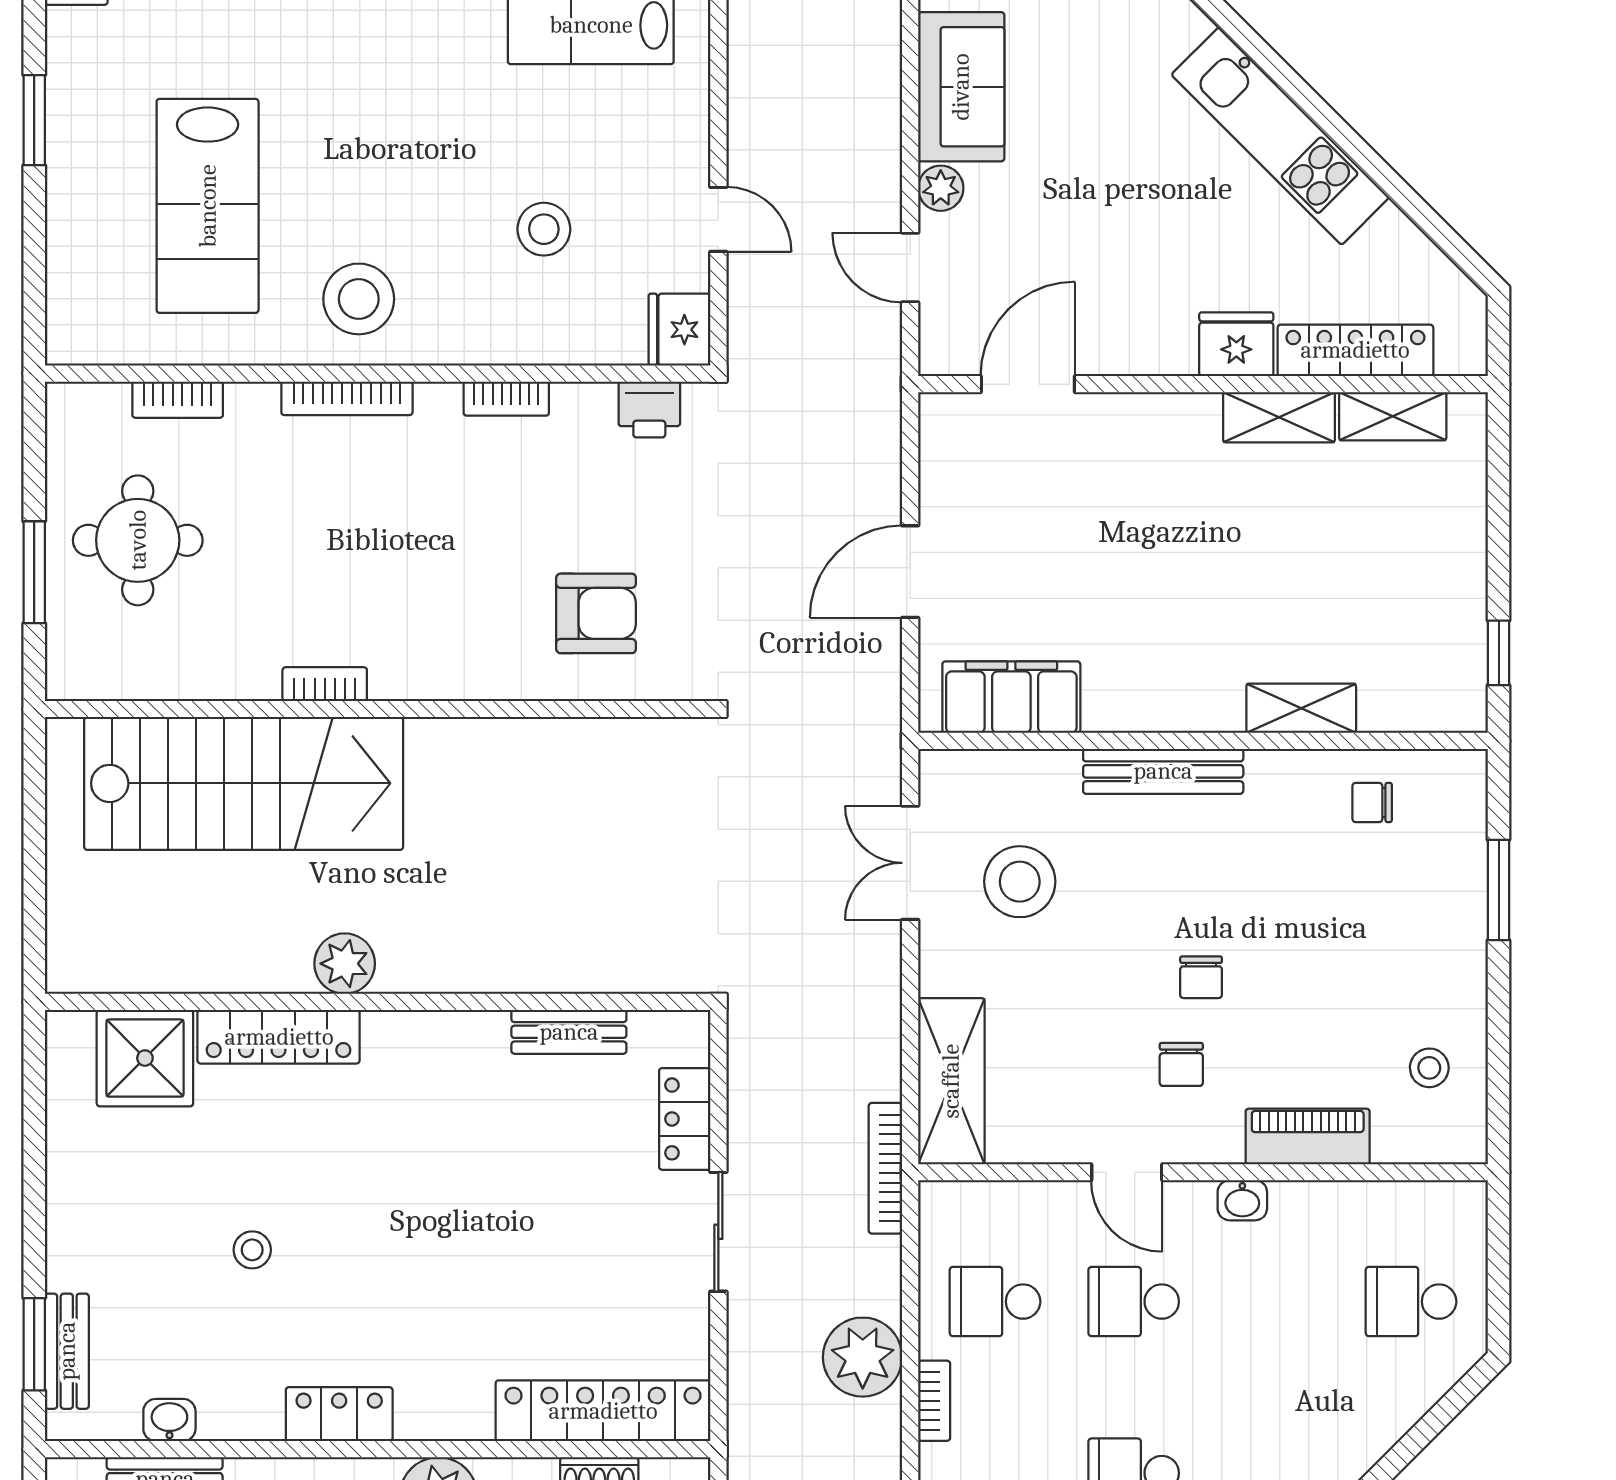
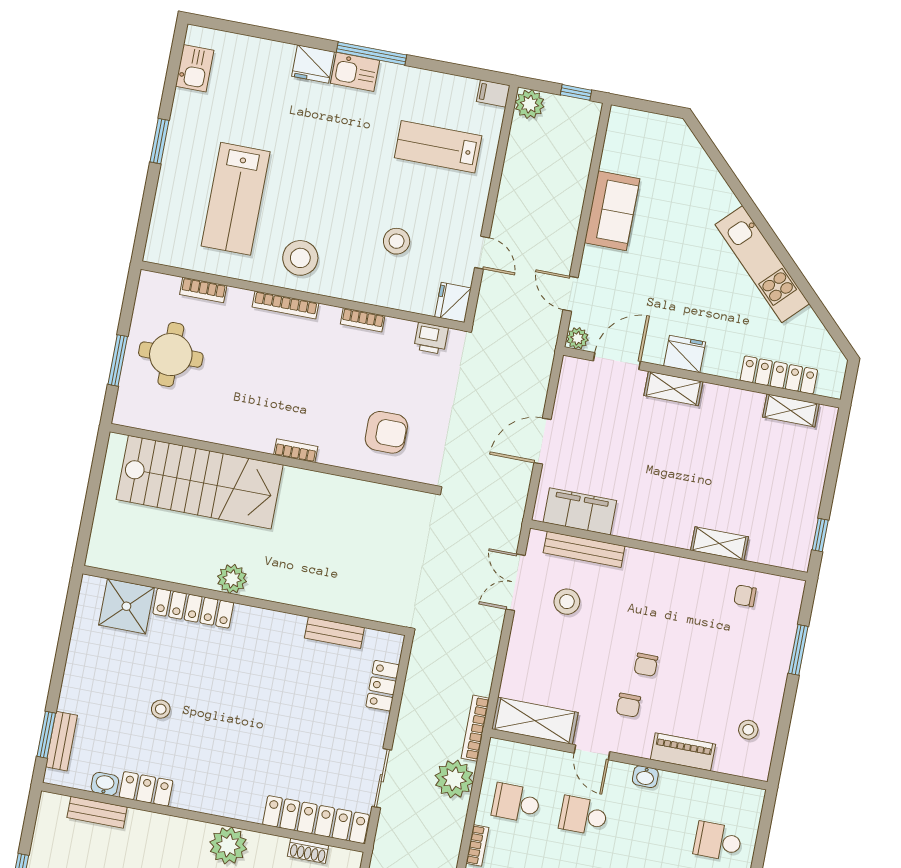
plant: (941, 188) -> (577, 338), moved
fridge: (1236, 344) -> (685, 354), moved
shelving: (1279, 417) -> (673, 389), moved
bookcase: (325, 684) -> (296, 451), moved
bench: (1163, 771) -> (584, 549), moved
stool: (1020, 882) -> (567, 602), width x0.73, depth x0.73
shelving: (951, 1081) -> (535, 721), moved, turned 90
sliding door: (718, 1232) -> (382, 778), moved
plant: (863, 1357) -> (454, 779), moved
locker: (339, 1414) -> (146, 789), moved

